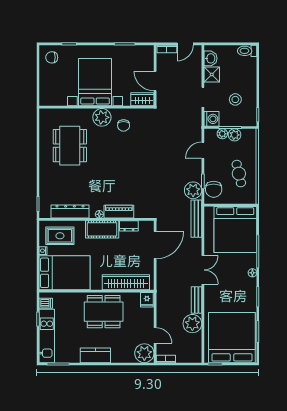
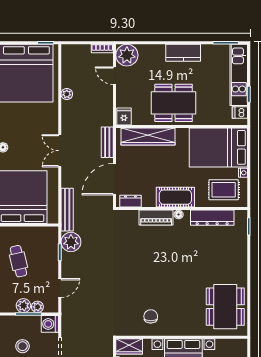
plant: (102, 117) -> (176, 326), removed
dining table: (70, 146) -> (225, 307), moved
chair: (214, 189) -> (47, 243), removed
dresser: (129, 226) -> (130, 201), moved
bench: (197, 300) -> (107, 142), moved
plant: (192, 324) -> (67, 94), width x0.53, depth x0.53

